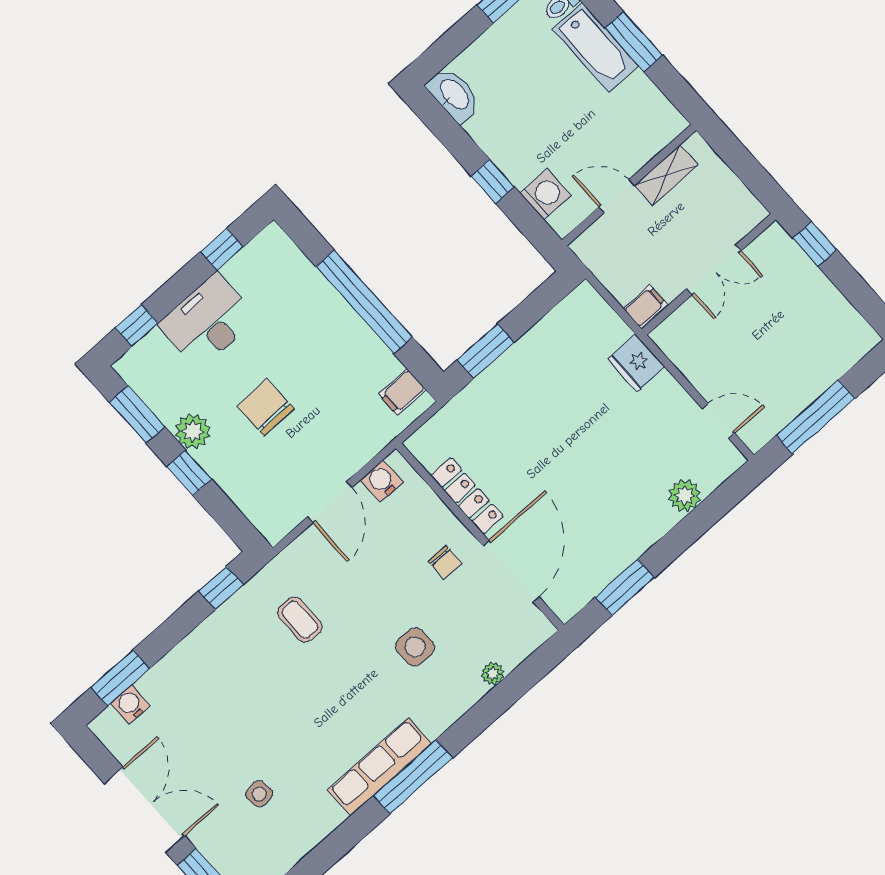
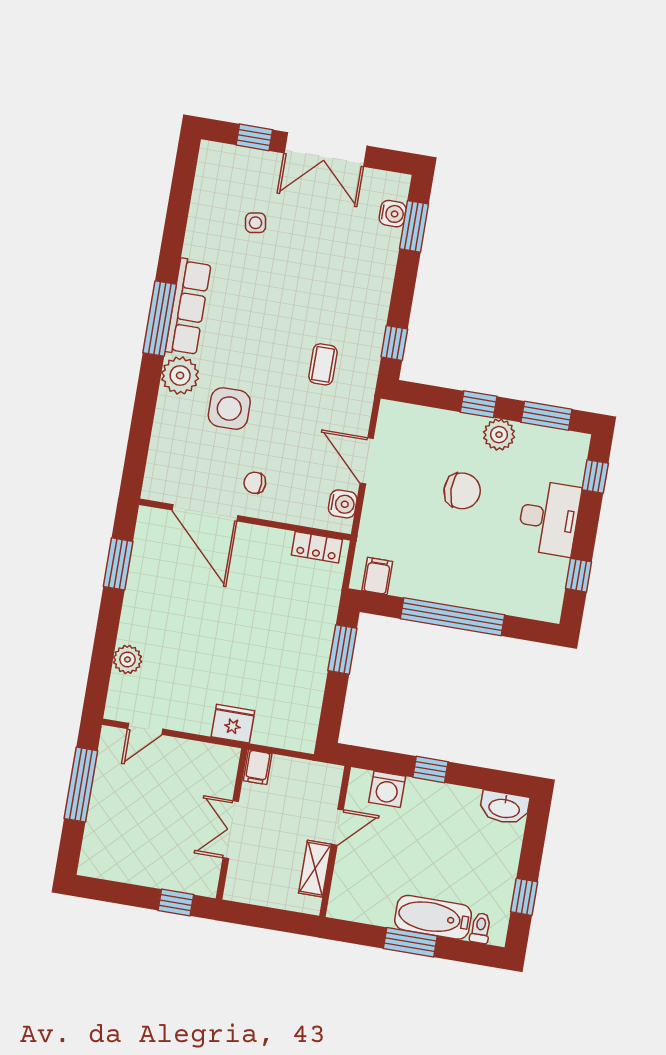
locker: (467, 496) -> (317, 547), moved, width x0.66
coffee table: (300, 620) -> (323, 364), turned 90
side table: (415, 647) -> (229, 409), width x1.37, depth x1.37
plant: (493, 674) -> (180, 375), moved, width x1.88, depth x1.88

